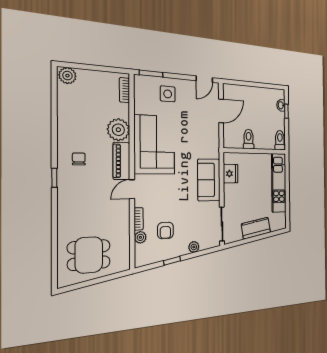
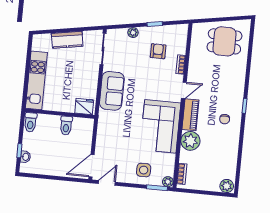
door: (221, 111) -> (91, 166), moved
fridge: (231, 174) -> (84, 106), moved, turned 90
plant: (140, 237) -> (168, 182), moved

